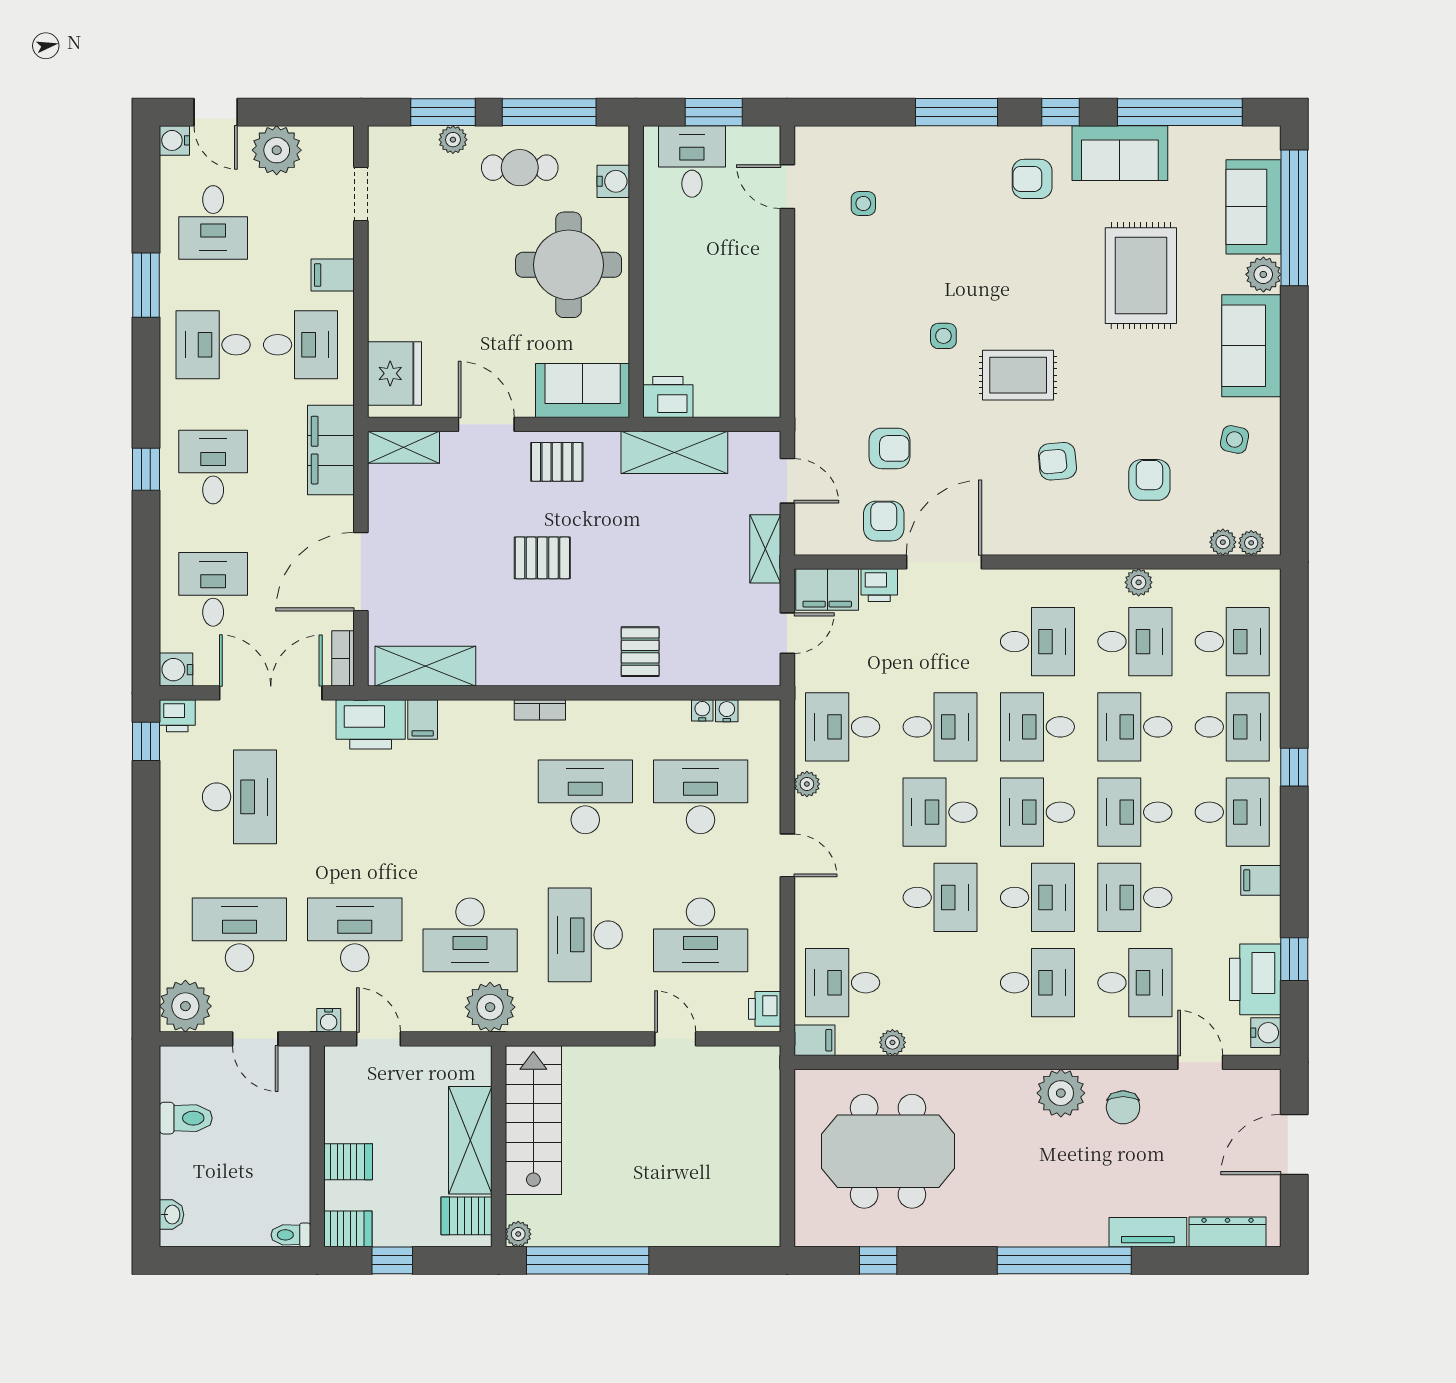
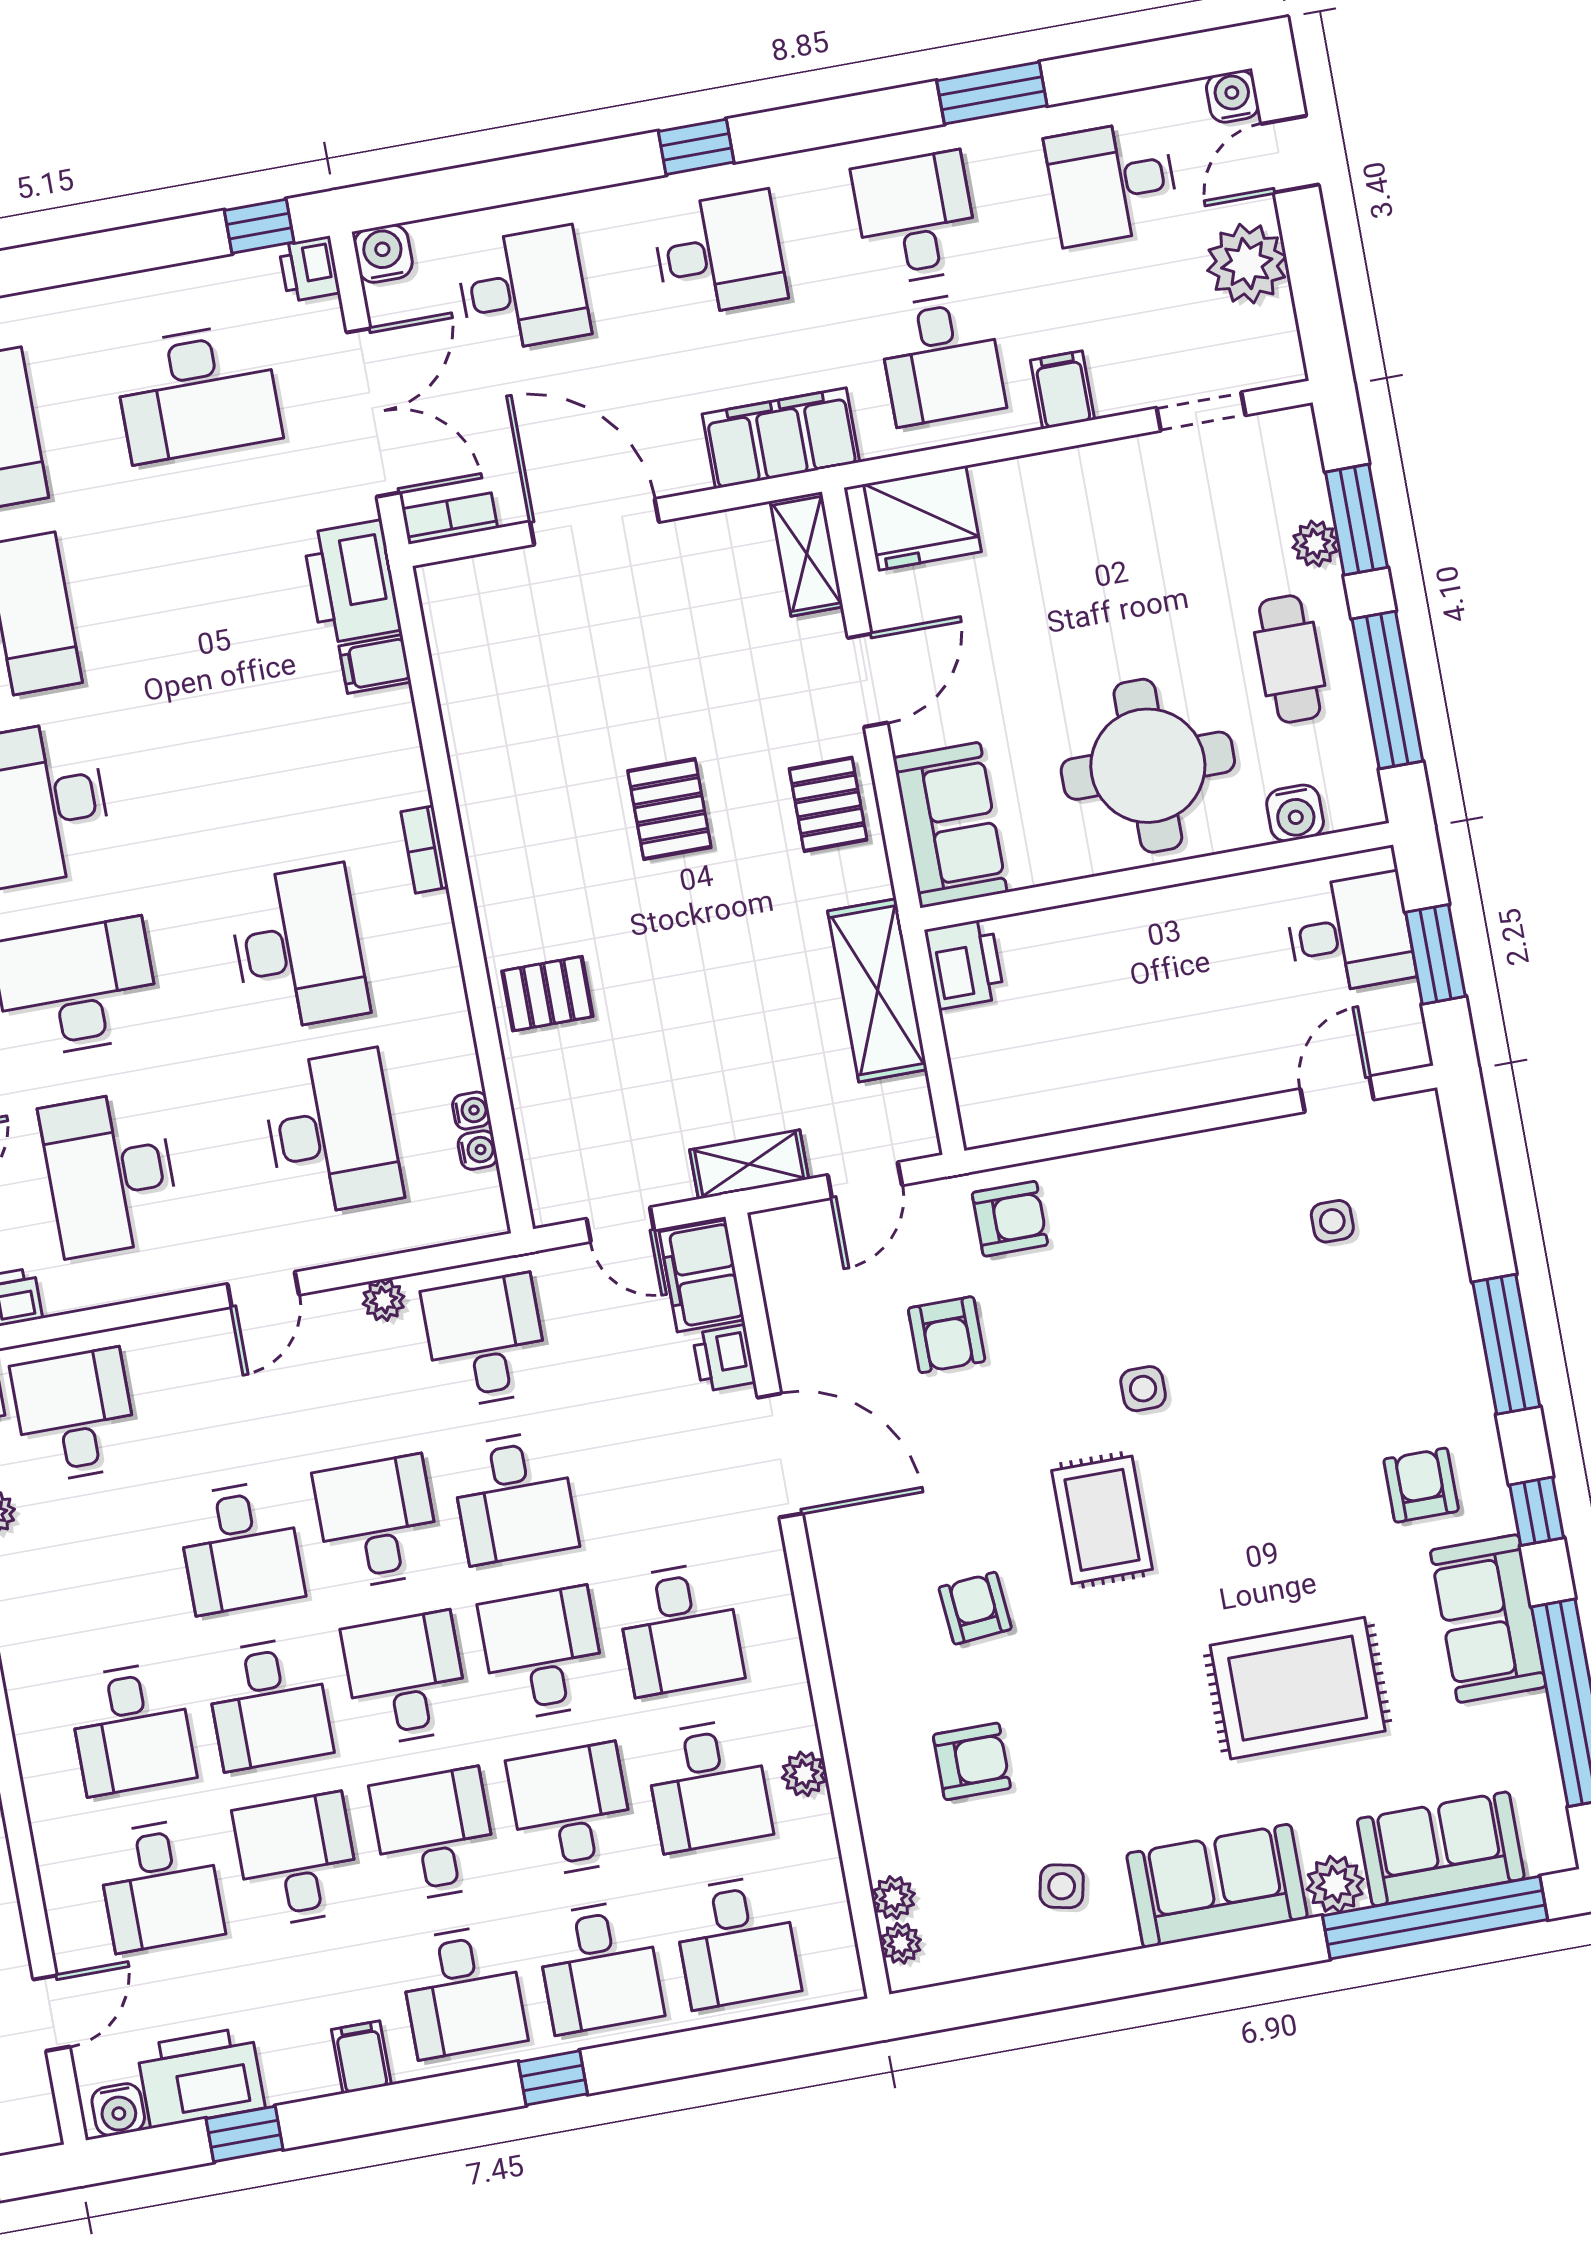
armchair: (884, 521) -> (1010, 1219), moved
shelving: (425, 666) -> (461, 653), removed

